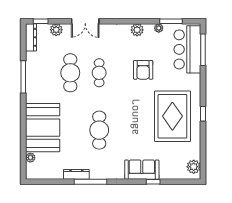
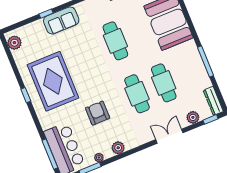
cafe table: (99, 73) -> (137, 94), width x1.37, depth x1.35

